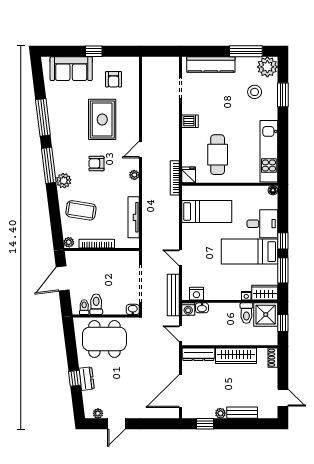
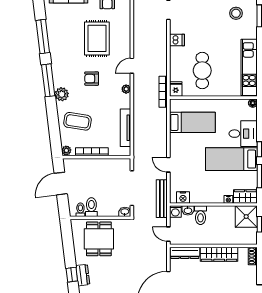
toilet: (246, 313) -> (201, 215), moved
dining table: (104, 339) -> (99, 239), width x0.73

